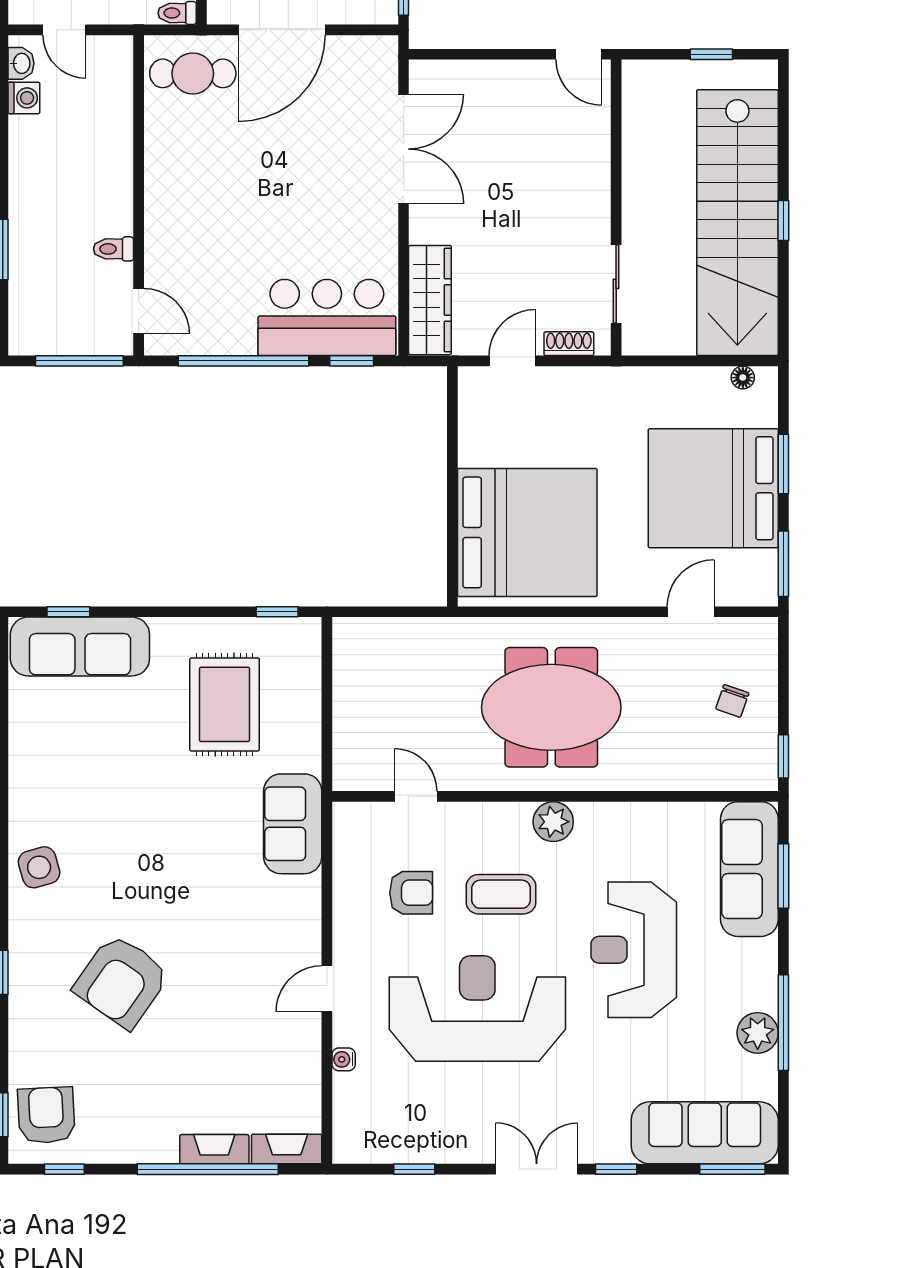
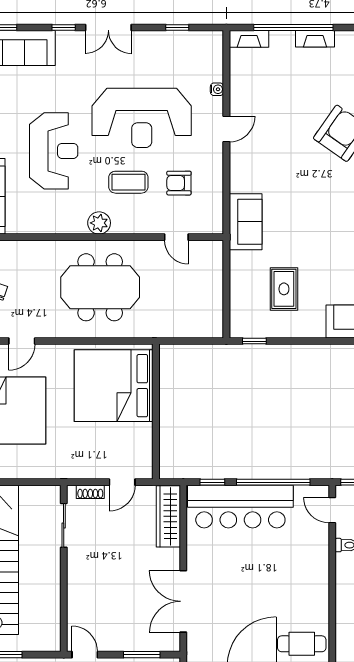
window: (477, 54) -> (142, 655), added
bar counter: (327, 317) -> (240, 507), width x1.36
rug: (225, 704) -> (284, 289), width x0.73, depth x0.70
fireplace: (214, 1149) -> (315, 39), moved

